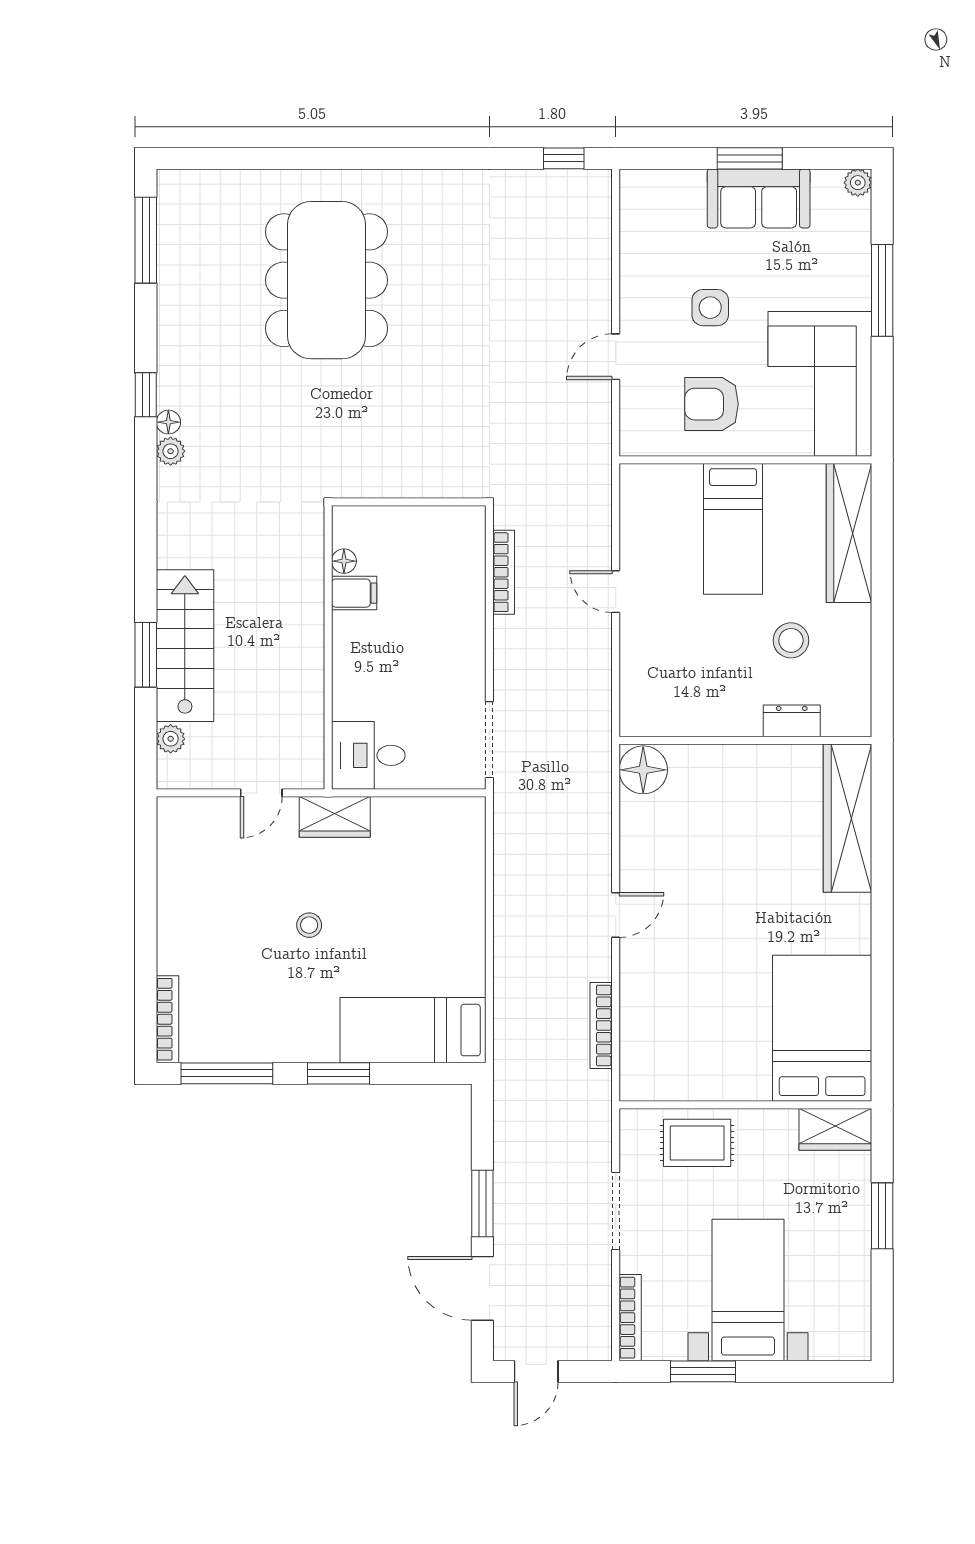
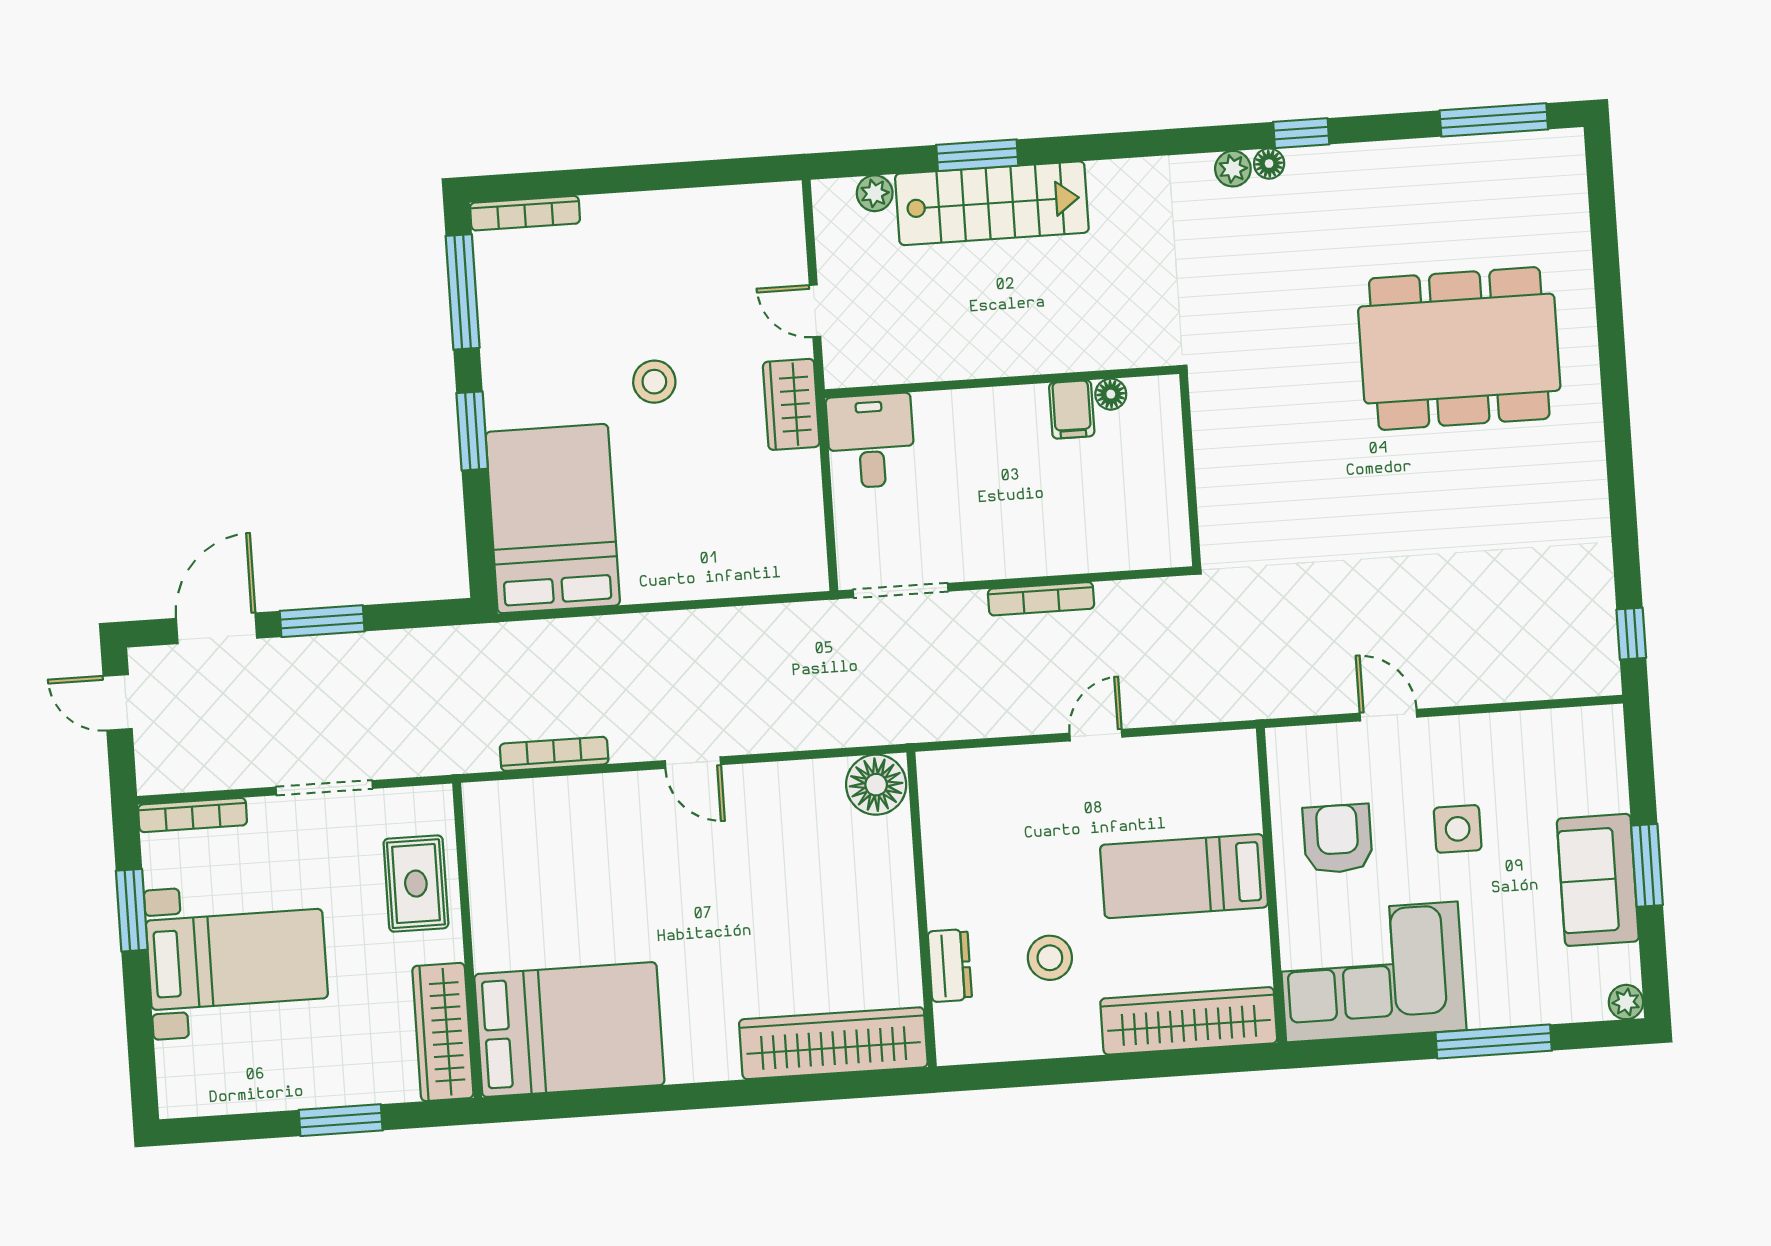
bookcase: (504, 572) -> (1041, 599), moved
stool: (309, 925) -> (654, 382), width x1.37, depth x1.37
bed: (413, 1030) -> (553, 519), width x1.50
wardrobe: (835, 1129) -> (443, 1032), width x1.50

